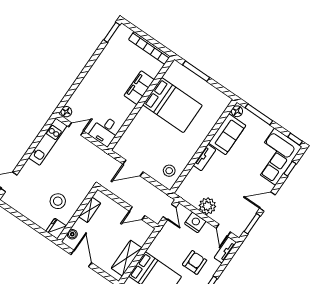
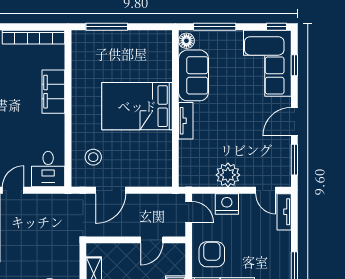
bed: (173, 105) -> (137, 106), moved, turned 180
stool: (169, 171) -> (93, 157), moved
armchair: (195, 262) -> (212, 254), moved

